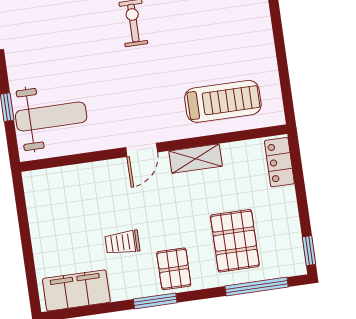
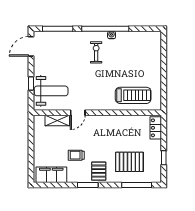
door: (142, 150) -> (78, 113), moved
shelving: (196, 159) -> (57, 120), moved
pallet: (235, 241) -> (129, 162), turned 90
window: (309, 251) -> (164, 158), moved

